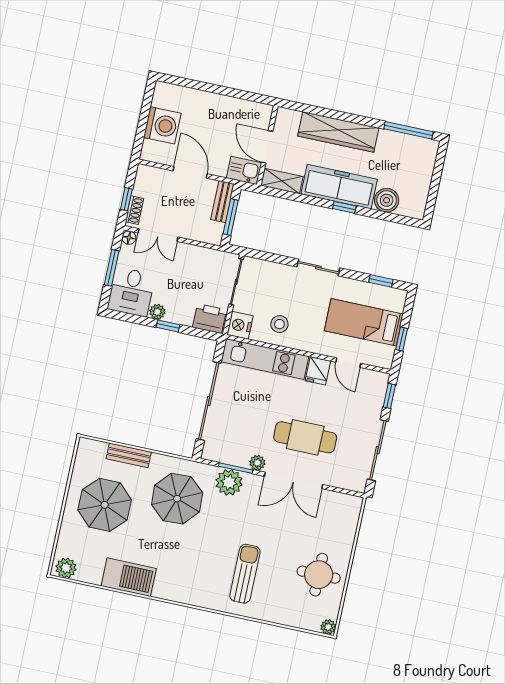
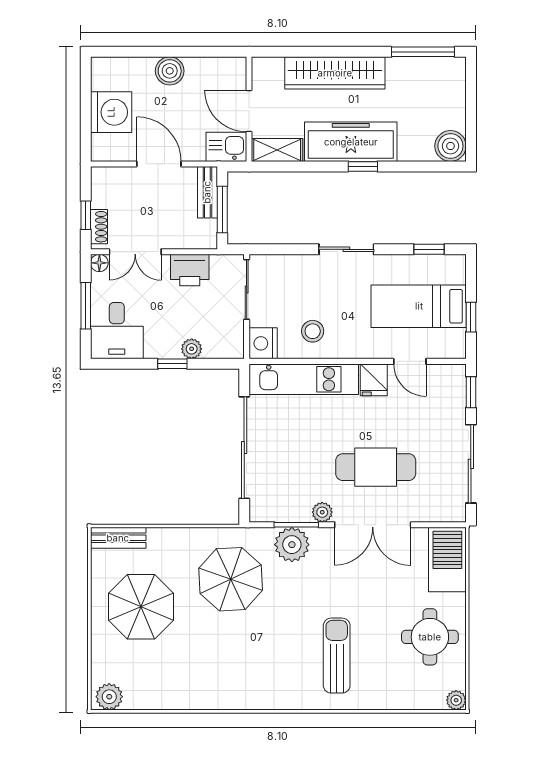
boiler: (213, 104) -> (170, 71), added
boiler: (387, 200) -> (450, 146), moved
plant: (157, 312) -> (192, 349), moved
printer: (210, 319) -> (190, 270), moved, turned 180
bench: (129, 455) -> (118, 538), moved
barbecue: (129, 577) -> (447, 560), moved, turned -90

